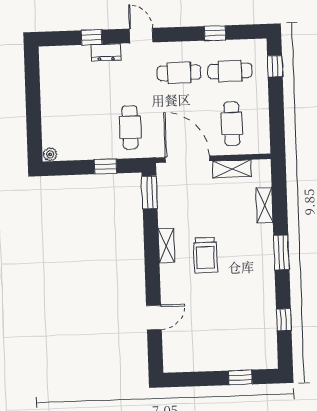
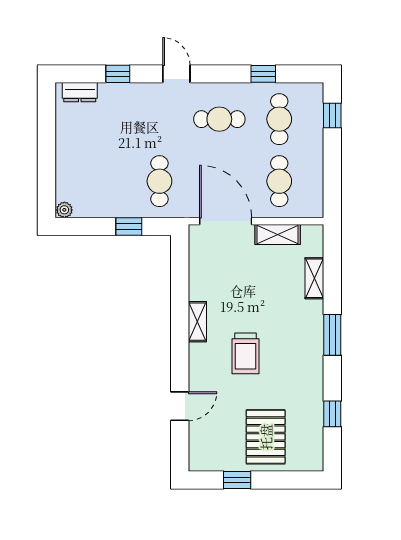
dresser: (106, 52) -> (80, 92), moved
cafe table: (230, 71) -> (279, 119), turned 90
window: (150, 192) -> (180, 259), removed
trolley: (205, 255) -> (245, 353), moved
pallet: (228, 341) -> (266, 437), added
window: (240, 377) -> (237, 480), moved

